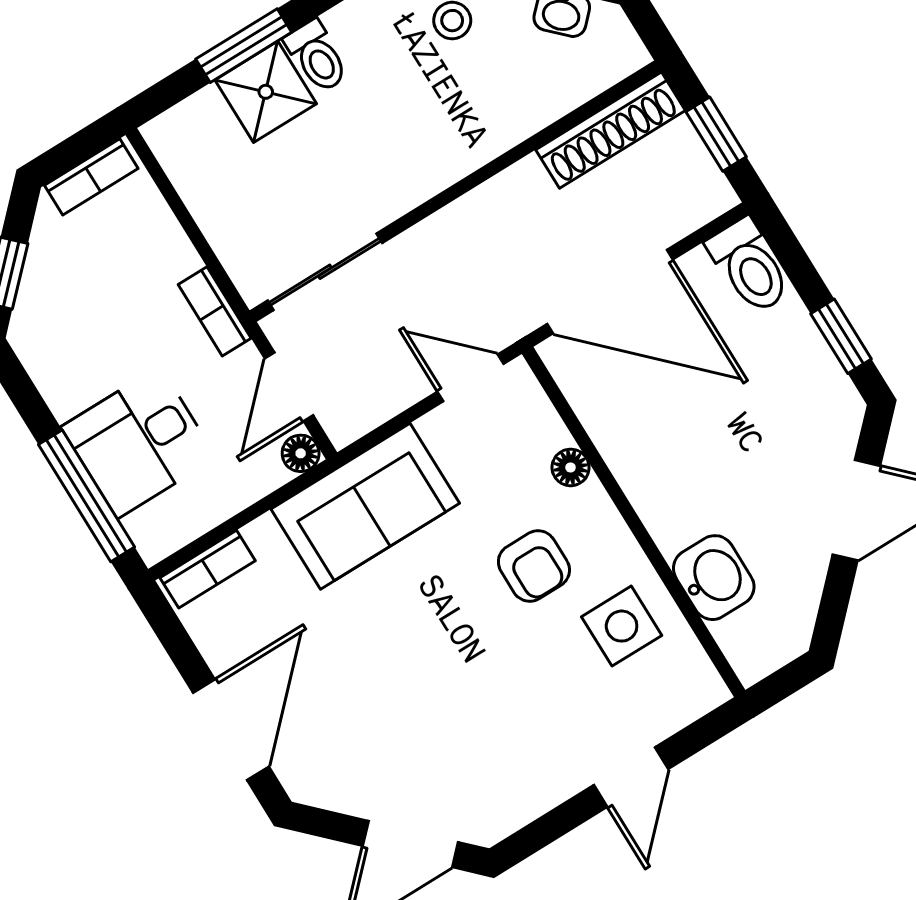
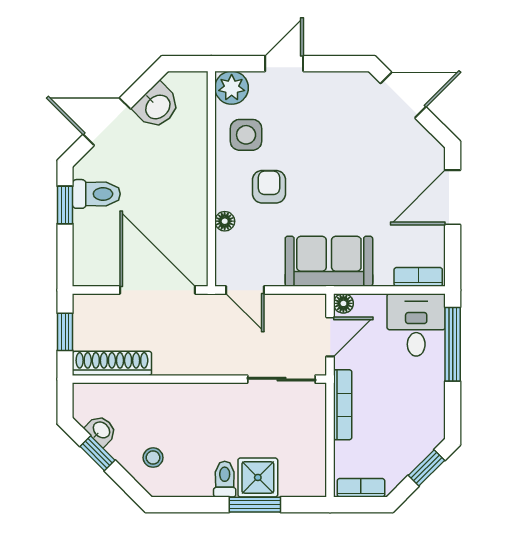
toilet: (749, 266) -> (96, 194), moved, turned 90
bookcase: (215, 311) -> (343, 405), width x1.56
desk: (139, 442) -> (416, 325), moved, turned -90
washbasin: (714, 578) -> (157, 106), moved, turned -135
plant: (691, 687) -> (232, 88), added

